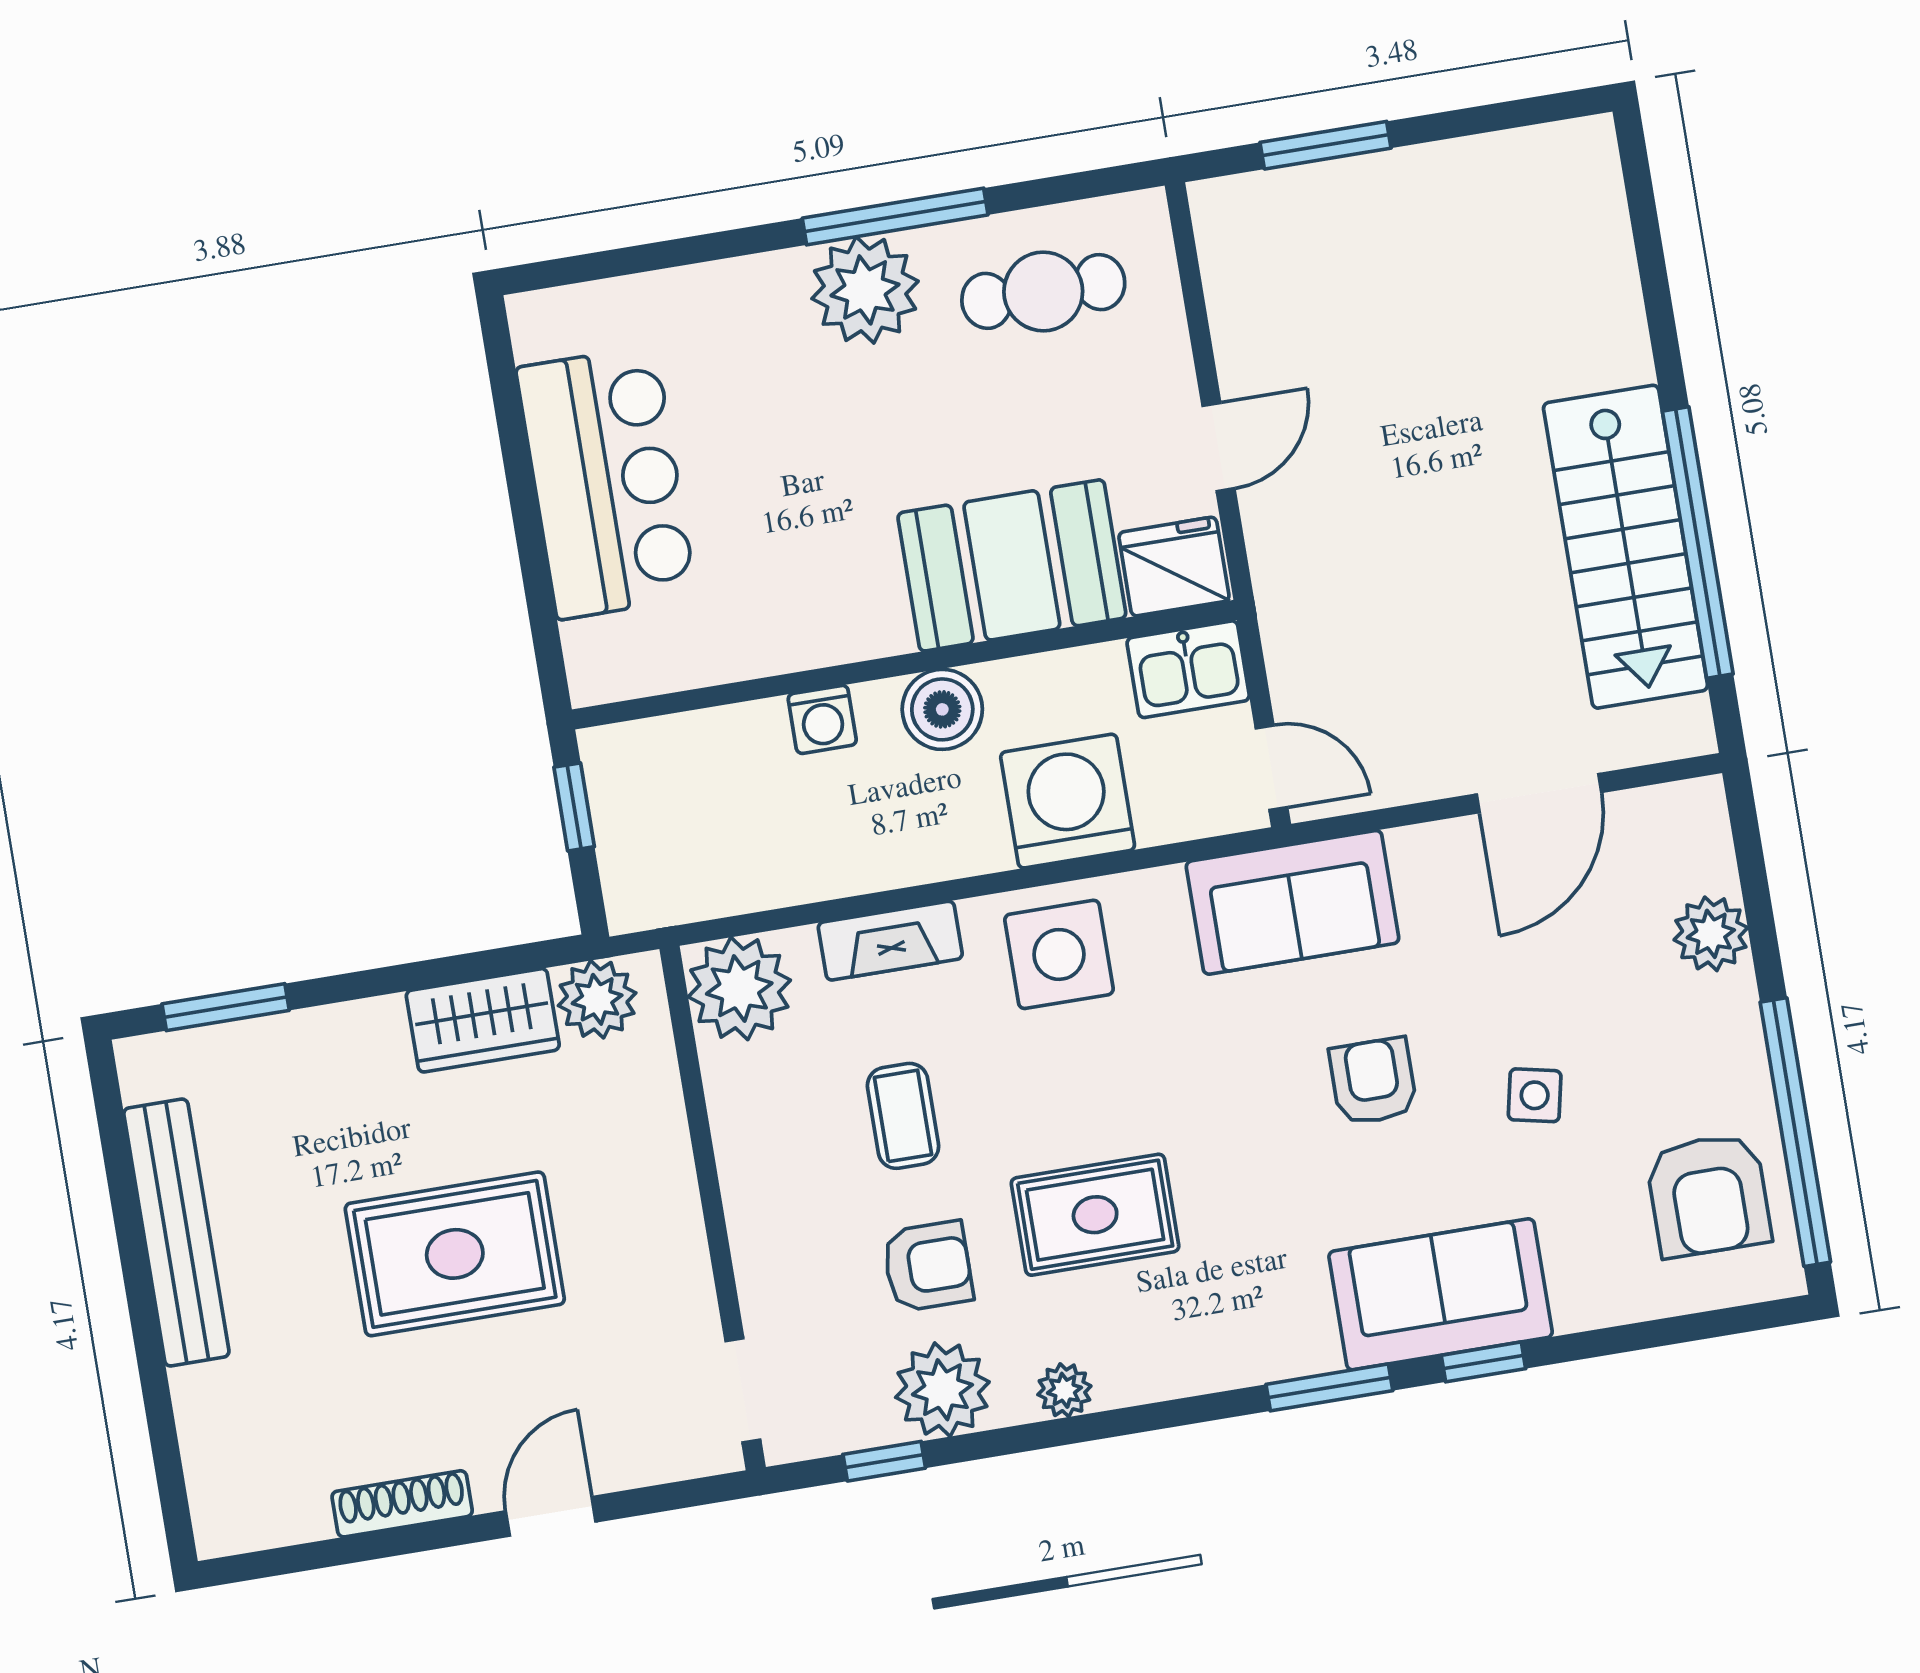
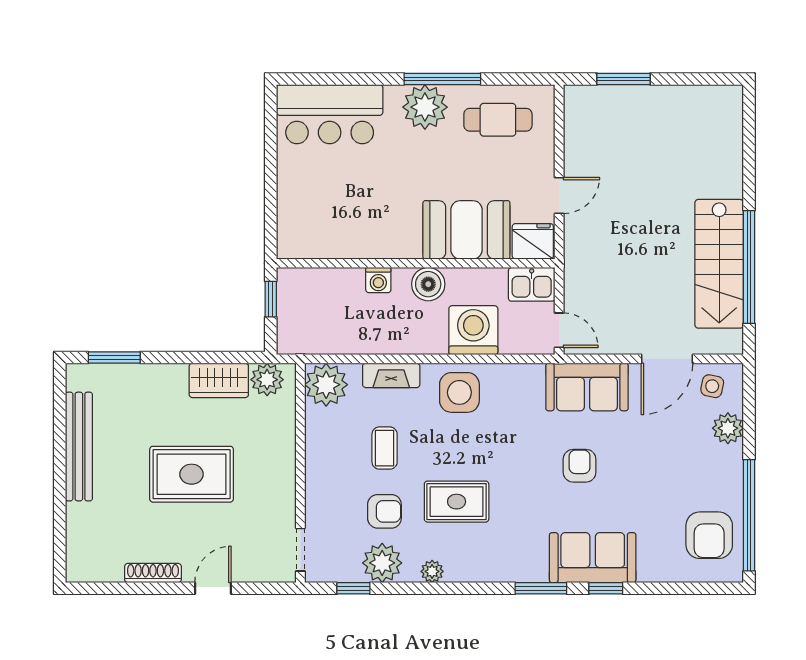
bar counter: (606, 483) -> (330, 114), moved, turned 90
sofa: (1293, 902) -> (587, 387), moved
side table: (1535, 1095) -> (712, 386), moved

